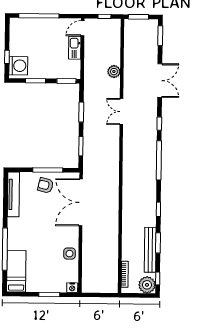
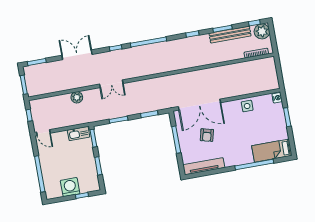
kitchen sink: (75, 48) -> (79, 134), moved
washing machine: (18, 66) -> (70, 187), moved
armchair: (46, 185) -> (207, 135), moved

